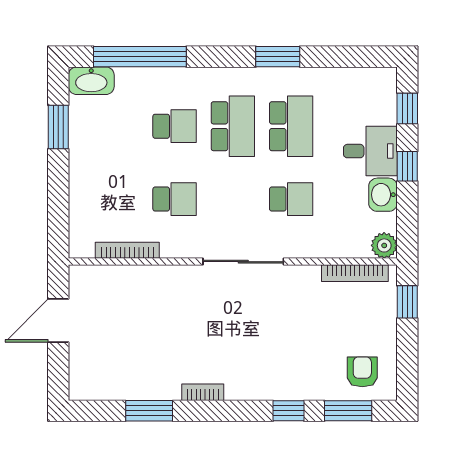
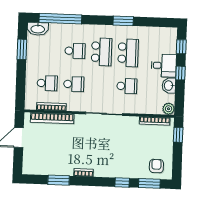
school desk: (116, 199) -> (47, 83), added
bookcase: (130, 275) -> (52, 118), added

